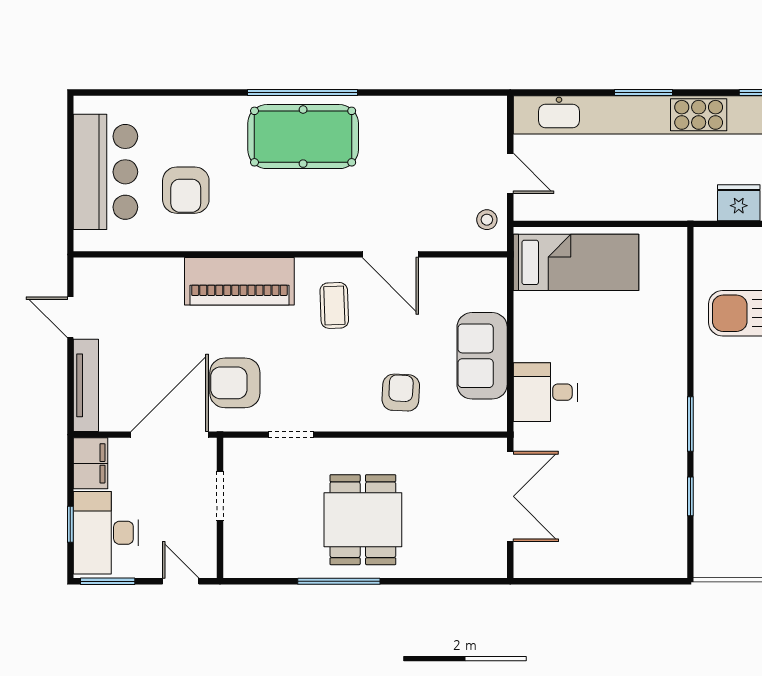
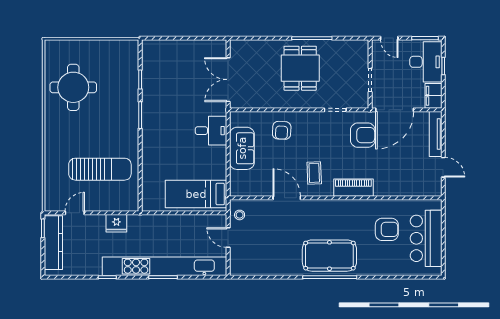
armchair: (186, 190) -> (387, 229), turned 90
piano: (239, 281) -> (353, 188), width x0.73, depth x0.75

